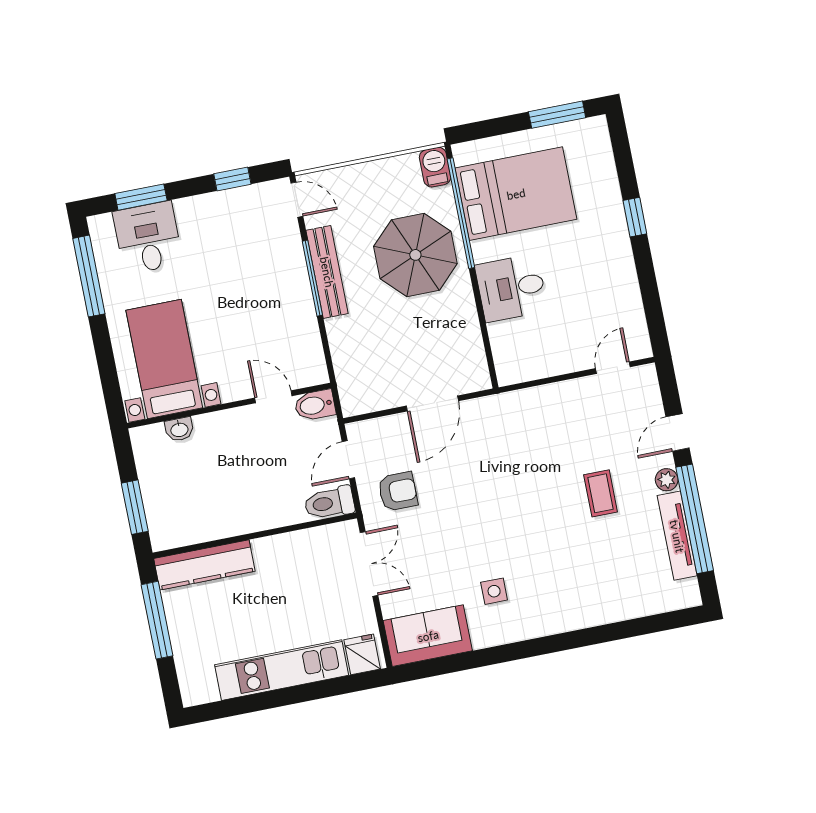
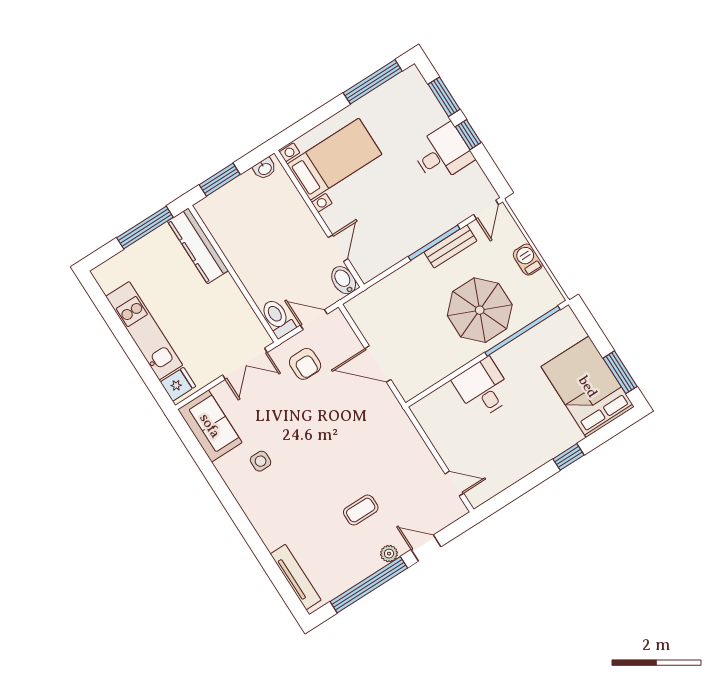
barbecue: (435, 167) -> (528, 260), moved, turned -90
window: (232, 179) -> (468, 135), moved
bed: (516, 194) -> (588, 387), moved, turned 180
desk: (148, 238) -> (443, 153), moved
bench: (327, 272) -> (450, 246), width x0.73
washbasin: (179, 429) -> (265, 169), moved, turned -90
tv unit: (677, 536) -> (296, 577), moved, turned 90

